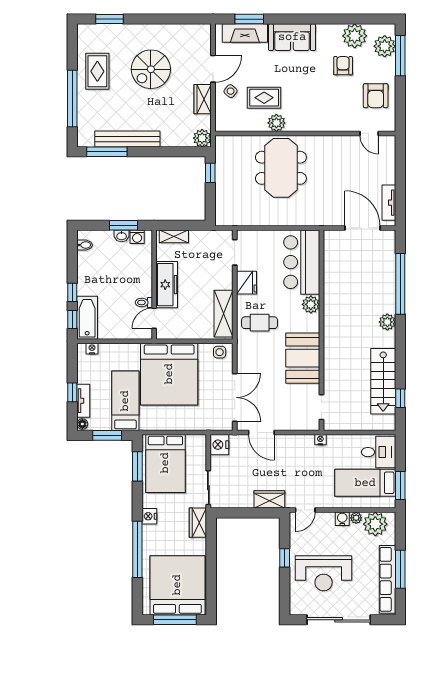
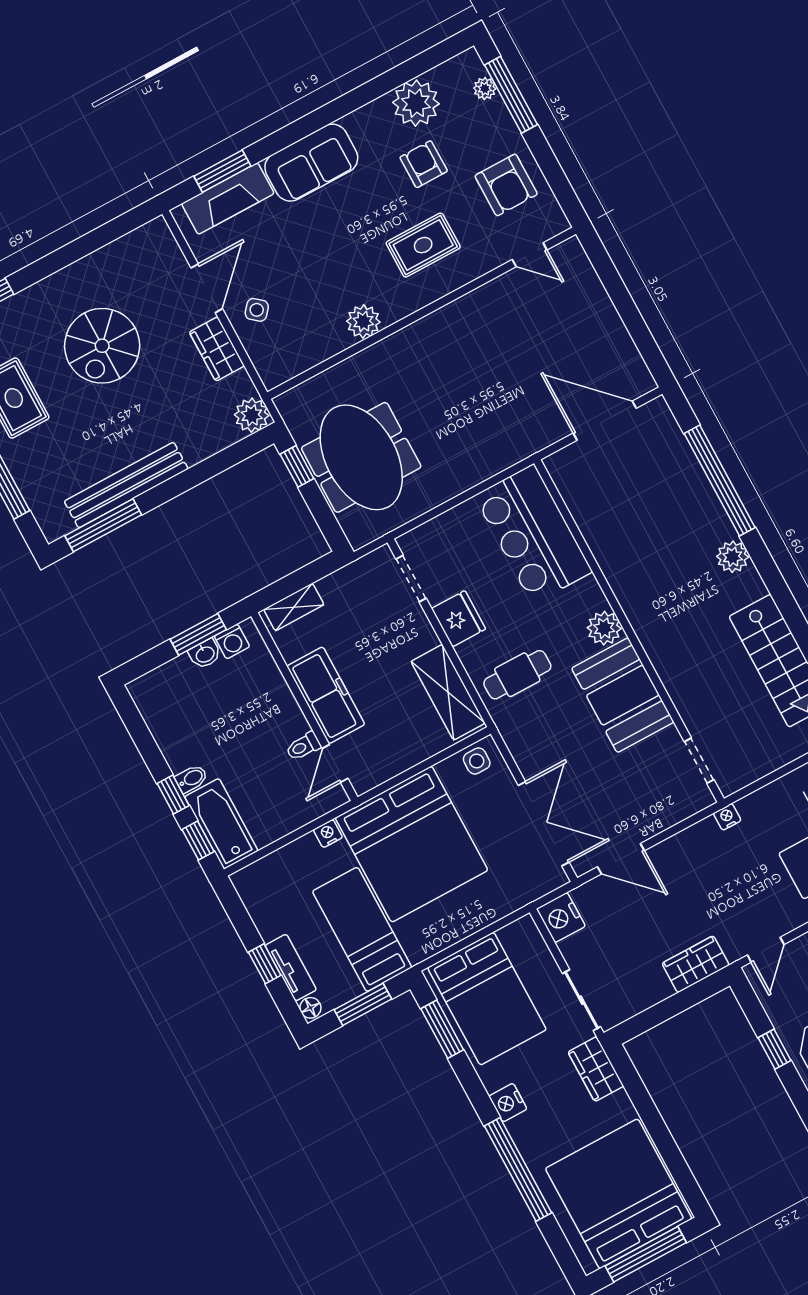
plant: (385, 46) -> (485, 89), width x0.53, depth x0.53
rug: (264, 98) -> (423, 245), moved
meeting table: (281, 168) -> (361, 457), moved
tv unit: (389, 203) -> (626, 354), removed
bidet: (85, 245) -> (191, 779), moved
plant: (311, 304) -> (604, 628), moved
nightstand: (92, 349) -> (328, 834), moved

